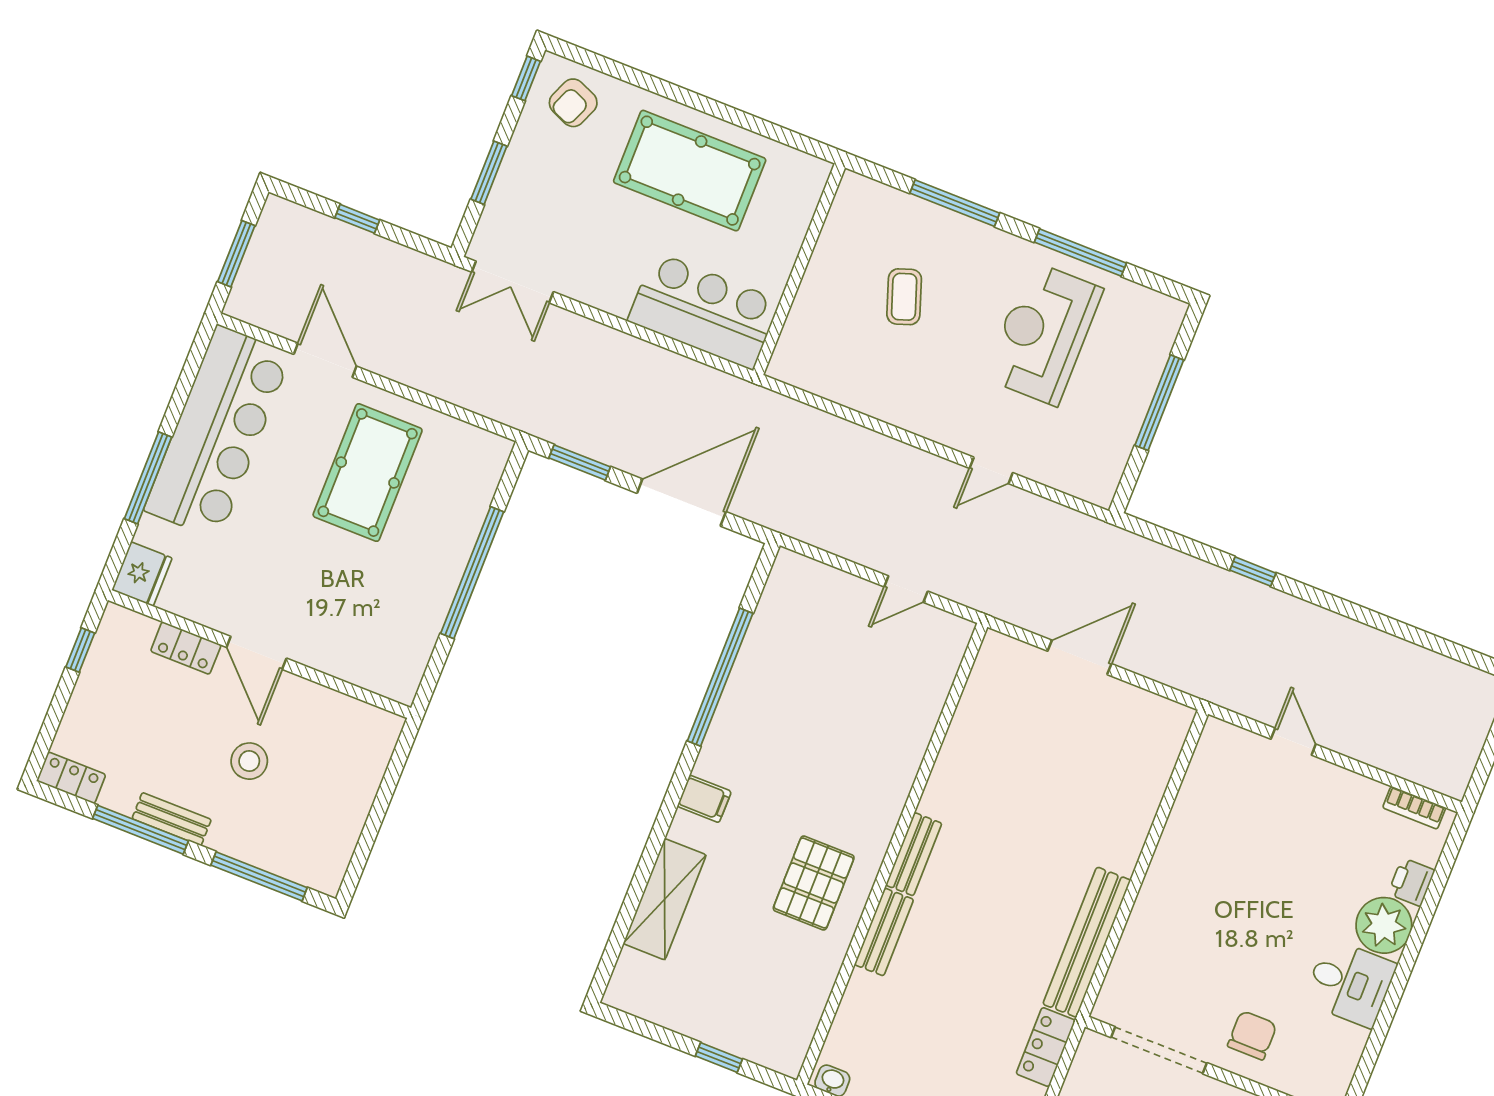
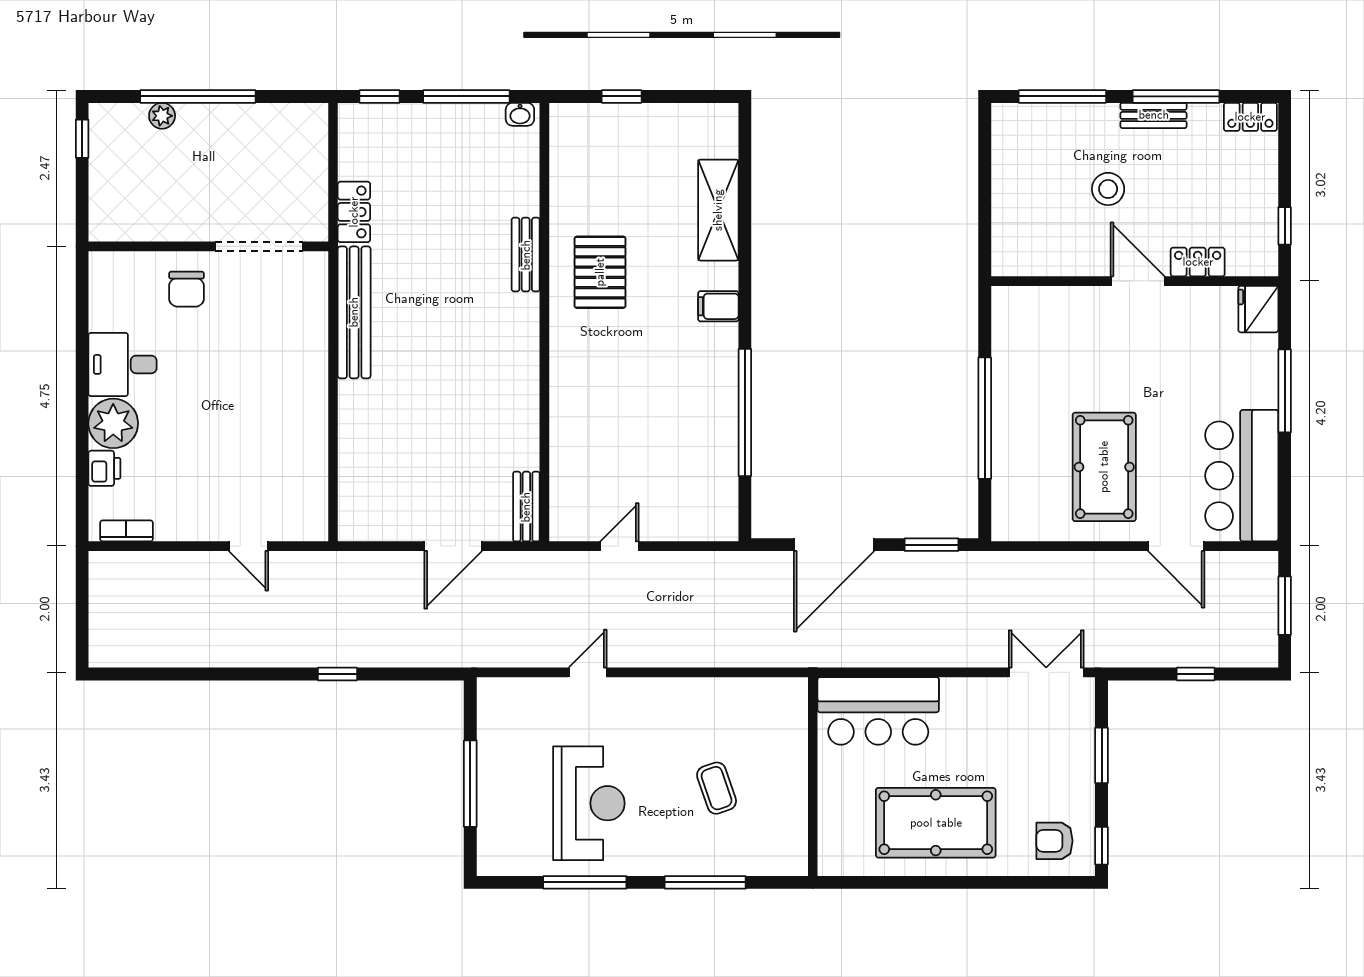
armchair: (573, 103) -> (1055, 841), turned -113
bar counter: (218, 432) -> (1242, 476), width x0.73
bench: (914, 854) -> (526, 507), moved

